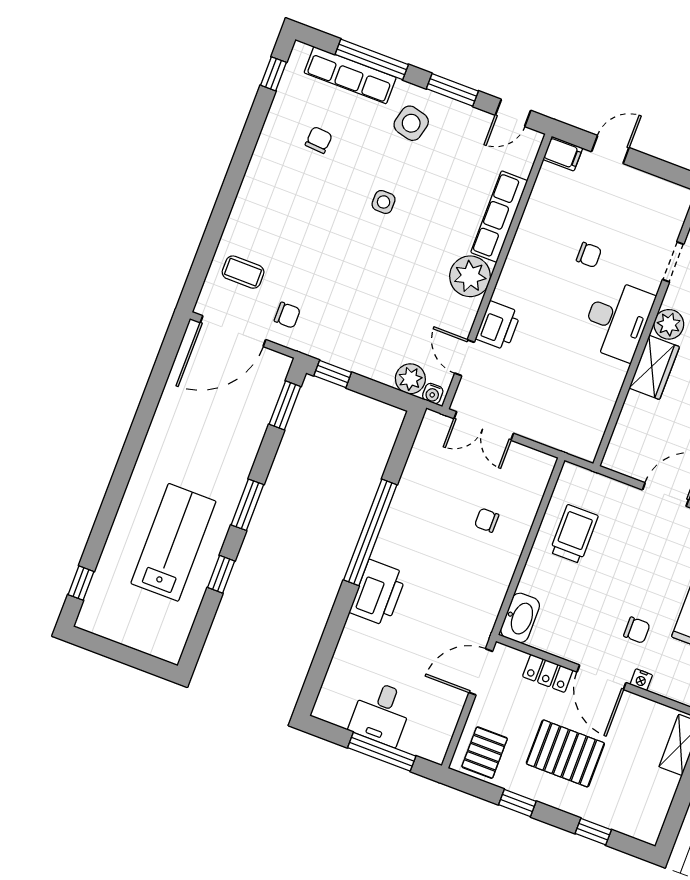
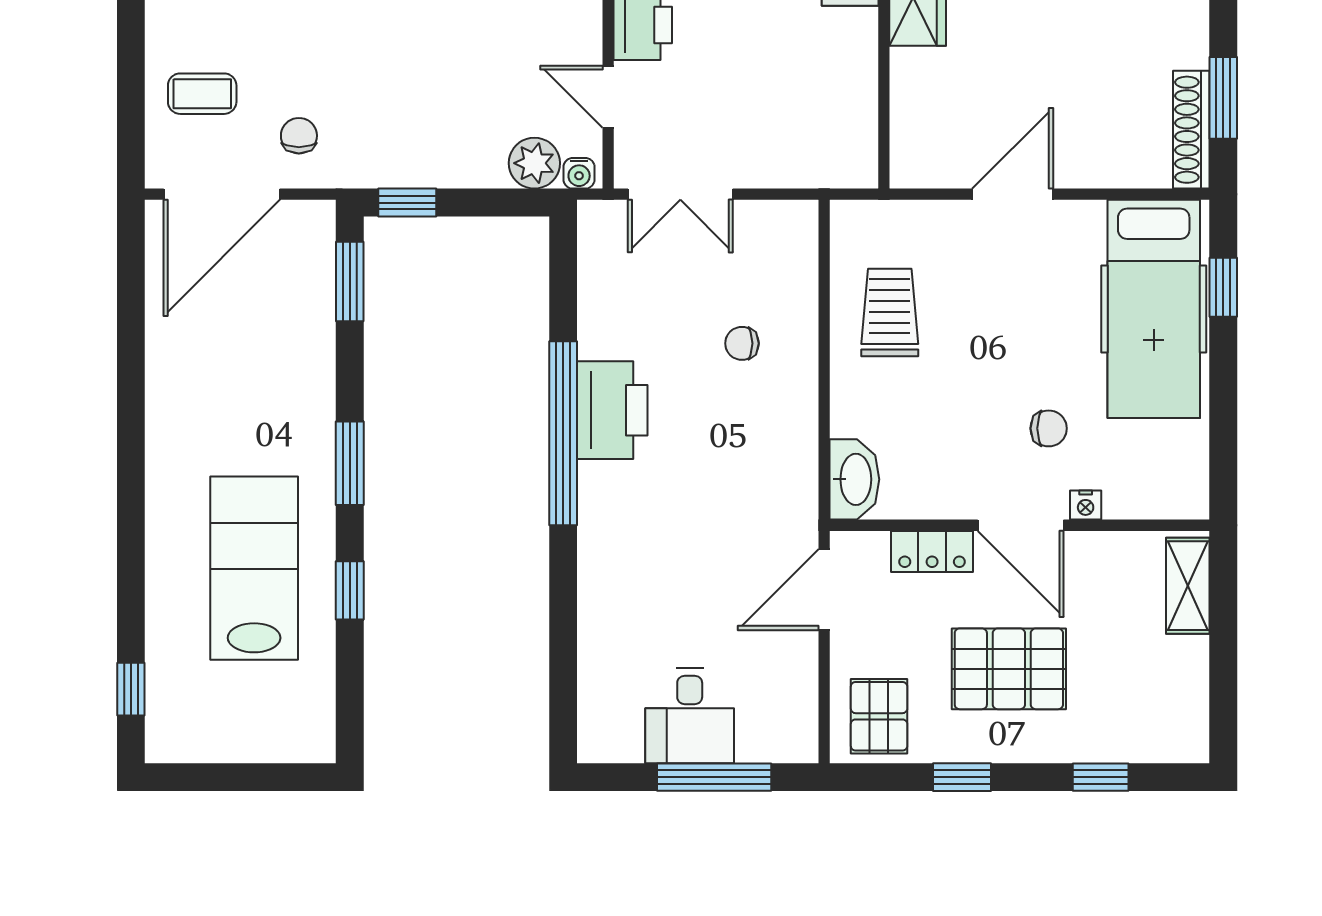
chair: (287, 315) -> (299, 136), turned -90
printer: (378, 593) -> (612, 410), moved

